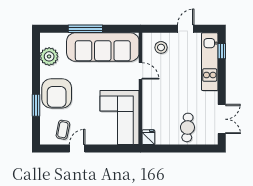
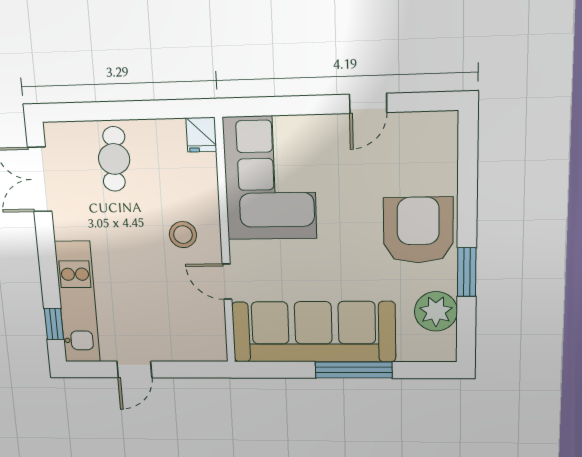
stool: (161, 47) -> (183, 235), moved
window: (36, 105) -> (467, 272), moved
coffee table: (63, 130) -> (403, 147), removed

